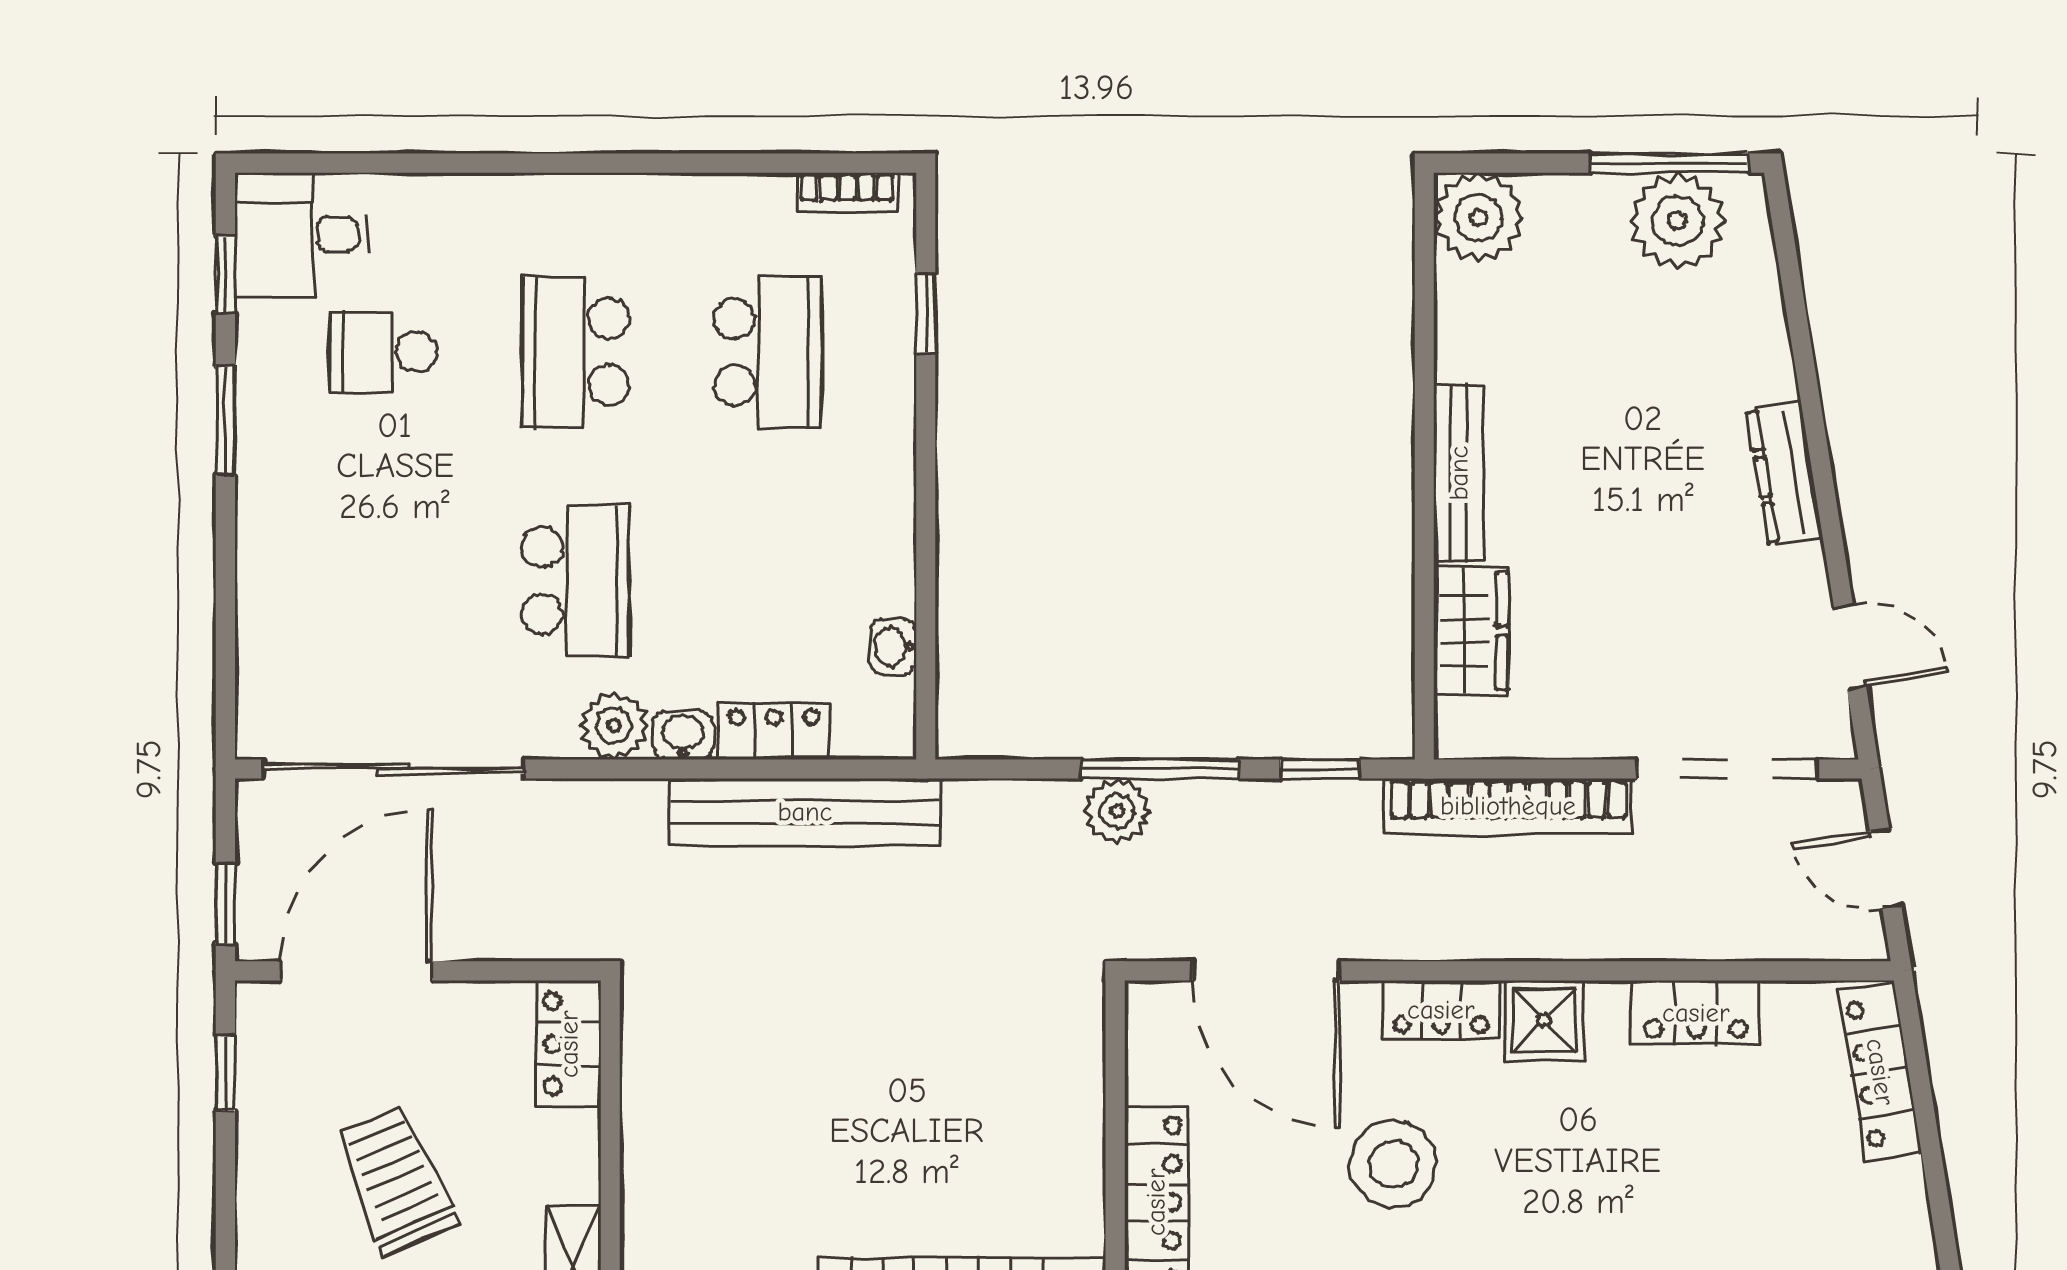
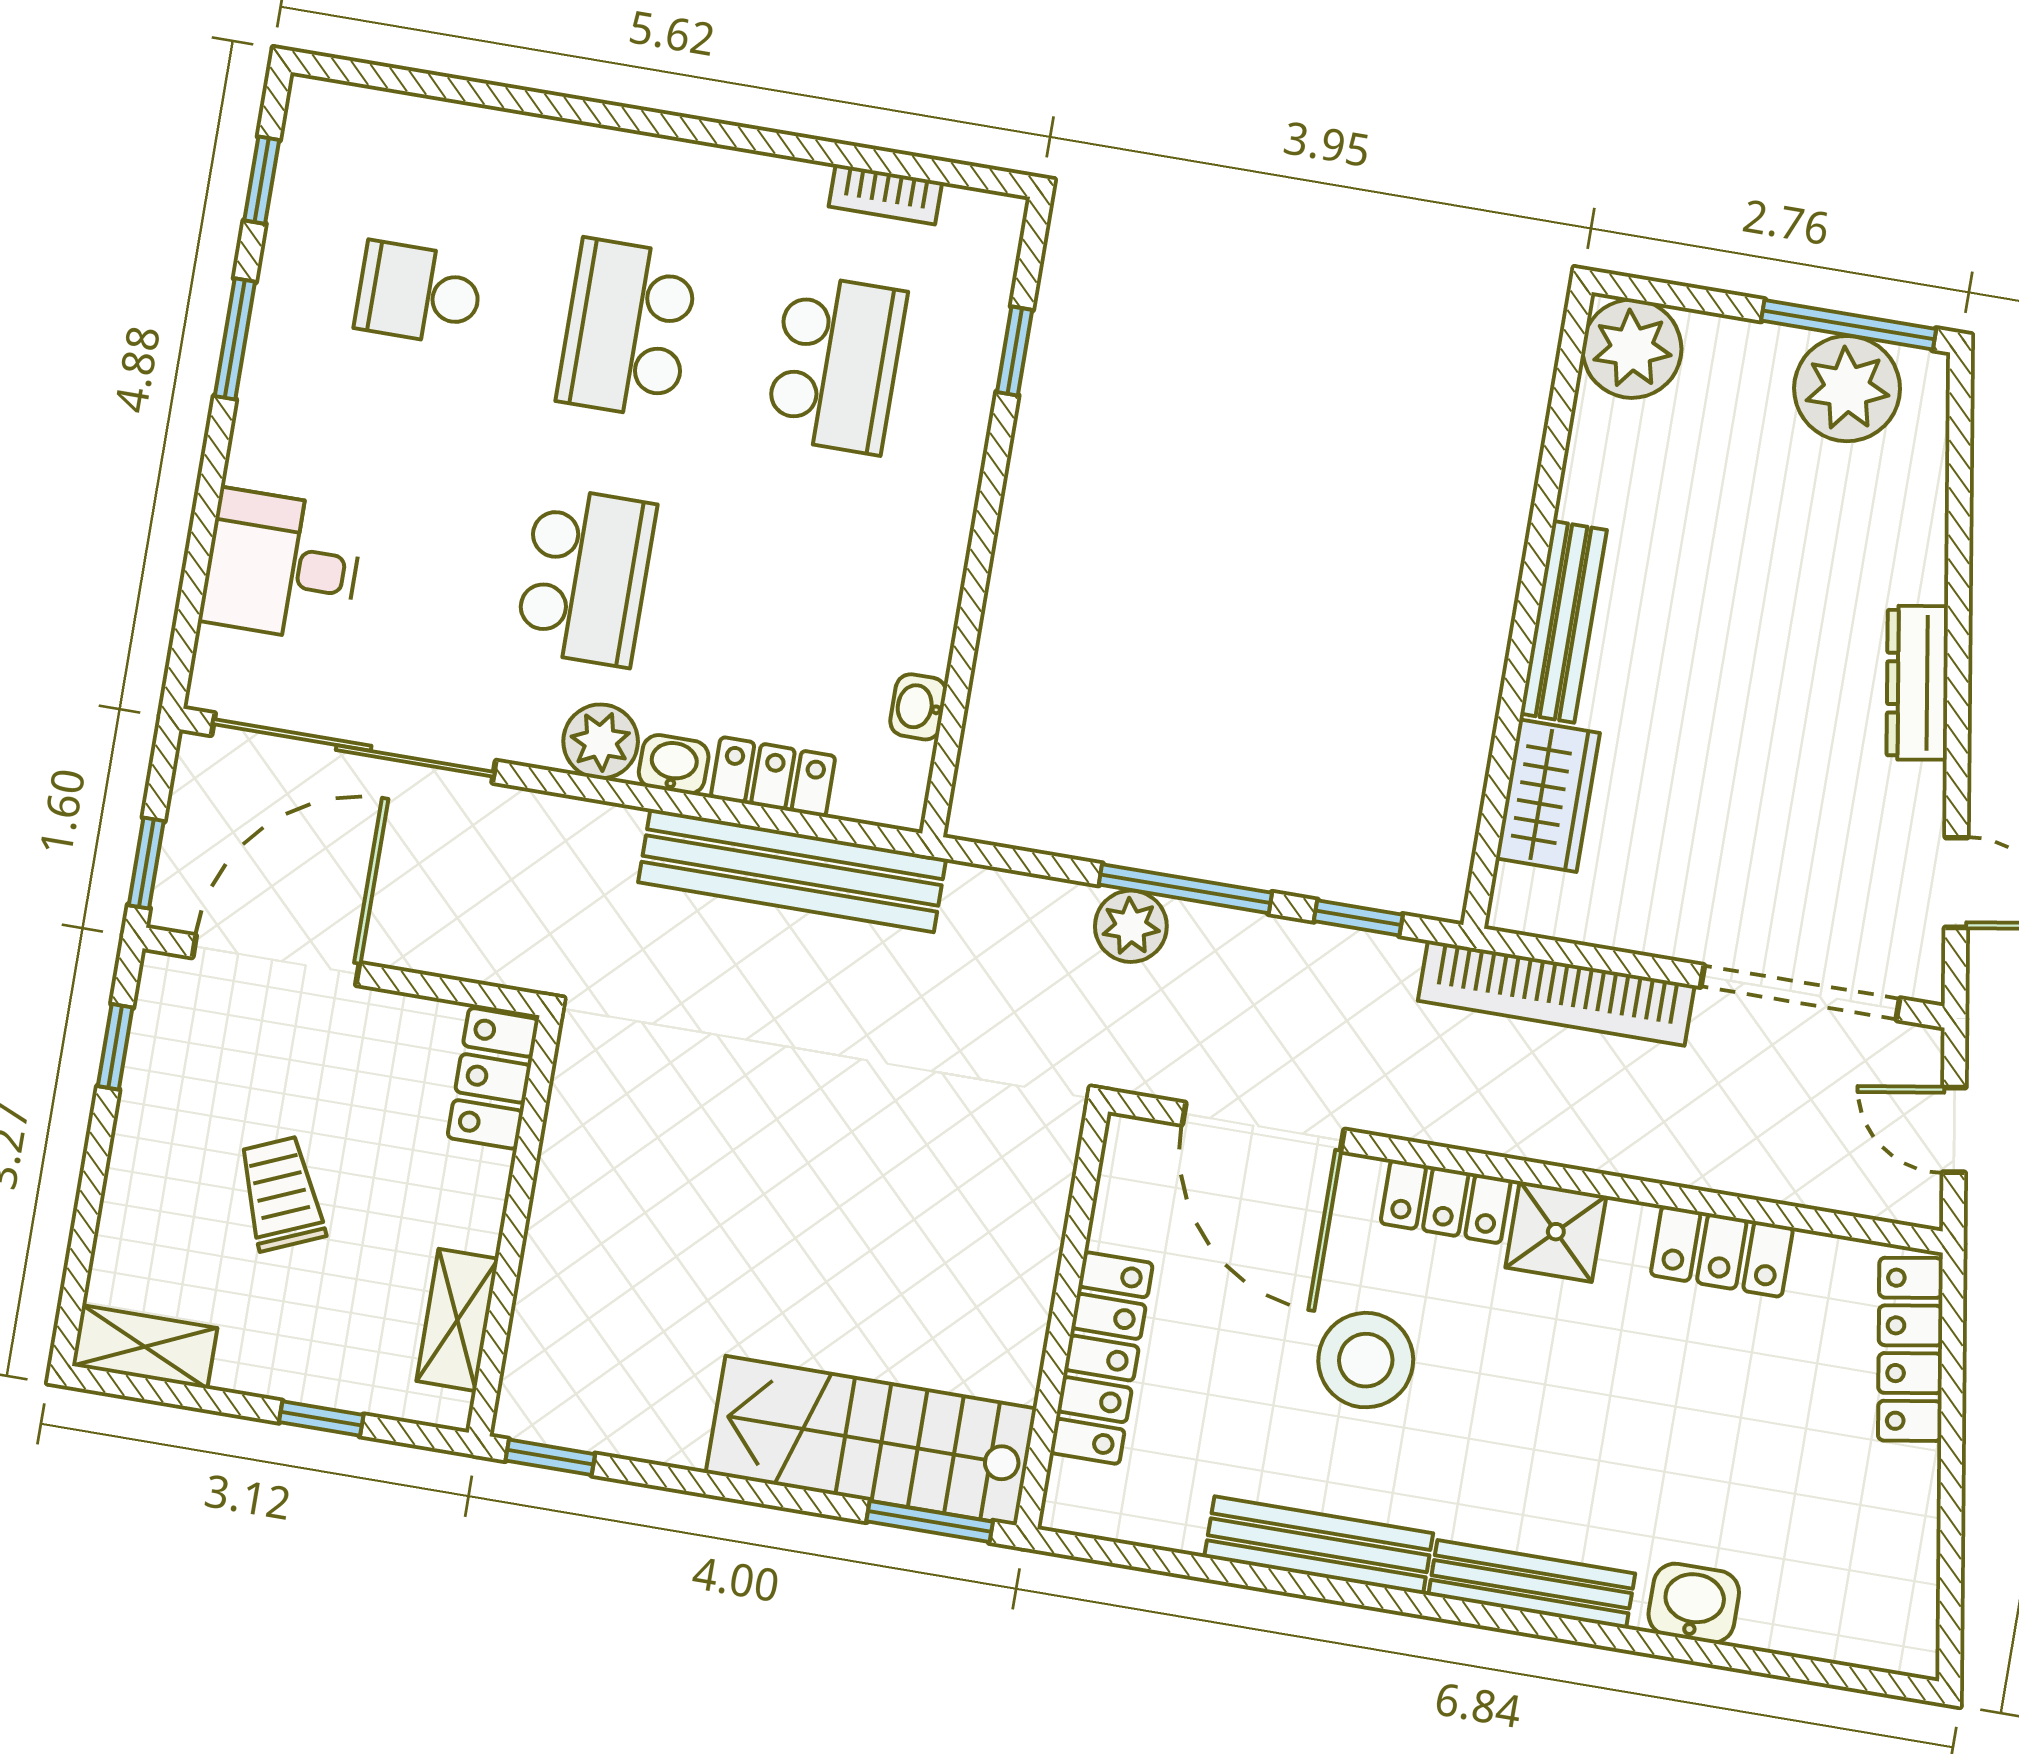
bookcase: (847, 192) -> (885, 194), moved
desk: (302, 235) -> (282, 566), moved
trolley: (396, 1179) -> (281, 1194), width x0.73, depth x0.72

